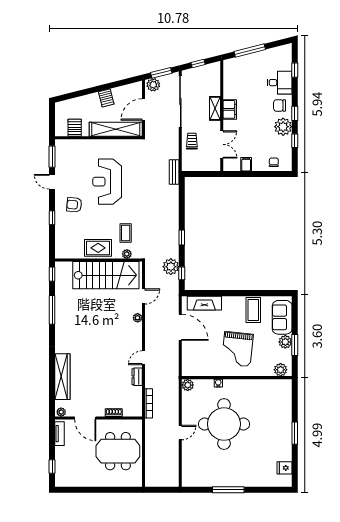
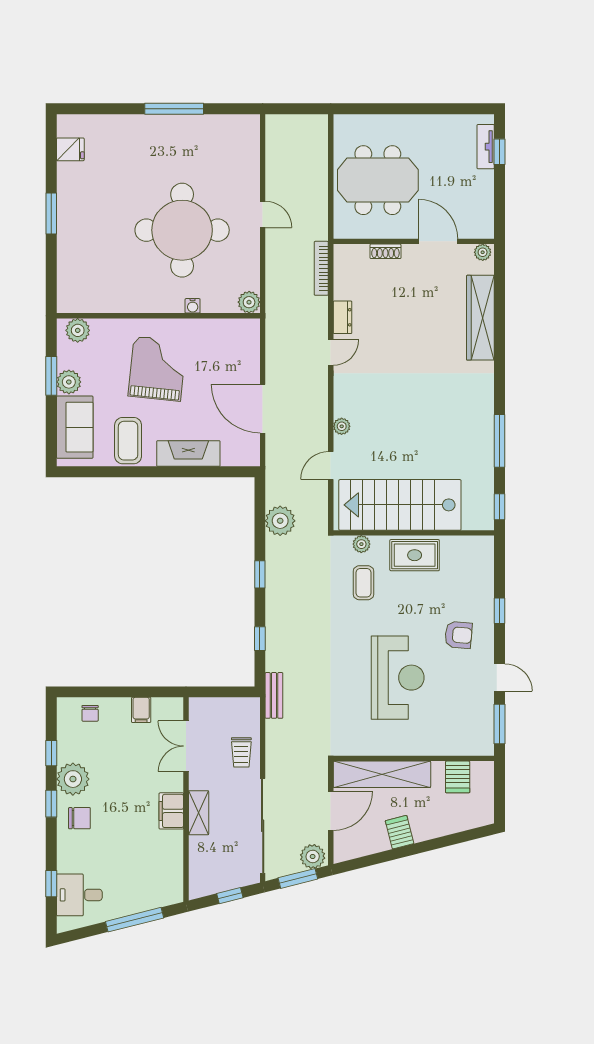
desk: (280, 83) -> (79, 895), moved
window: (182, 273) -> (260, 639), moved
fireplace: (204, 303) -> (188, 453), moved
door: (180, 433) -> (263, 214), swing flipped
tv unit: (60, 434) -> (486, 147), moved

